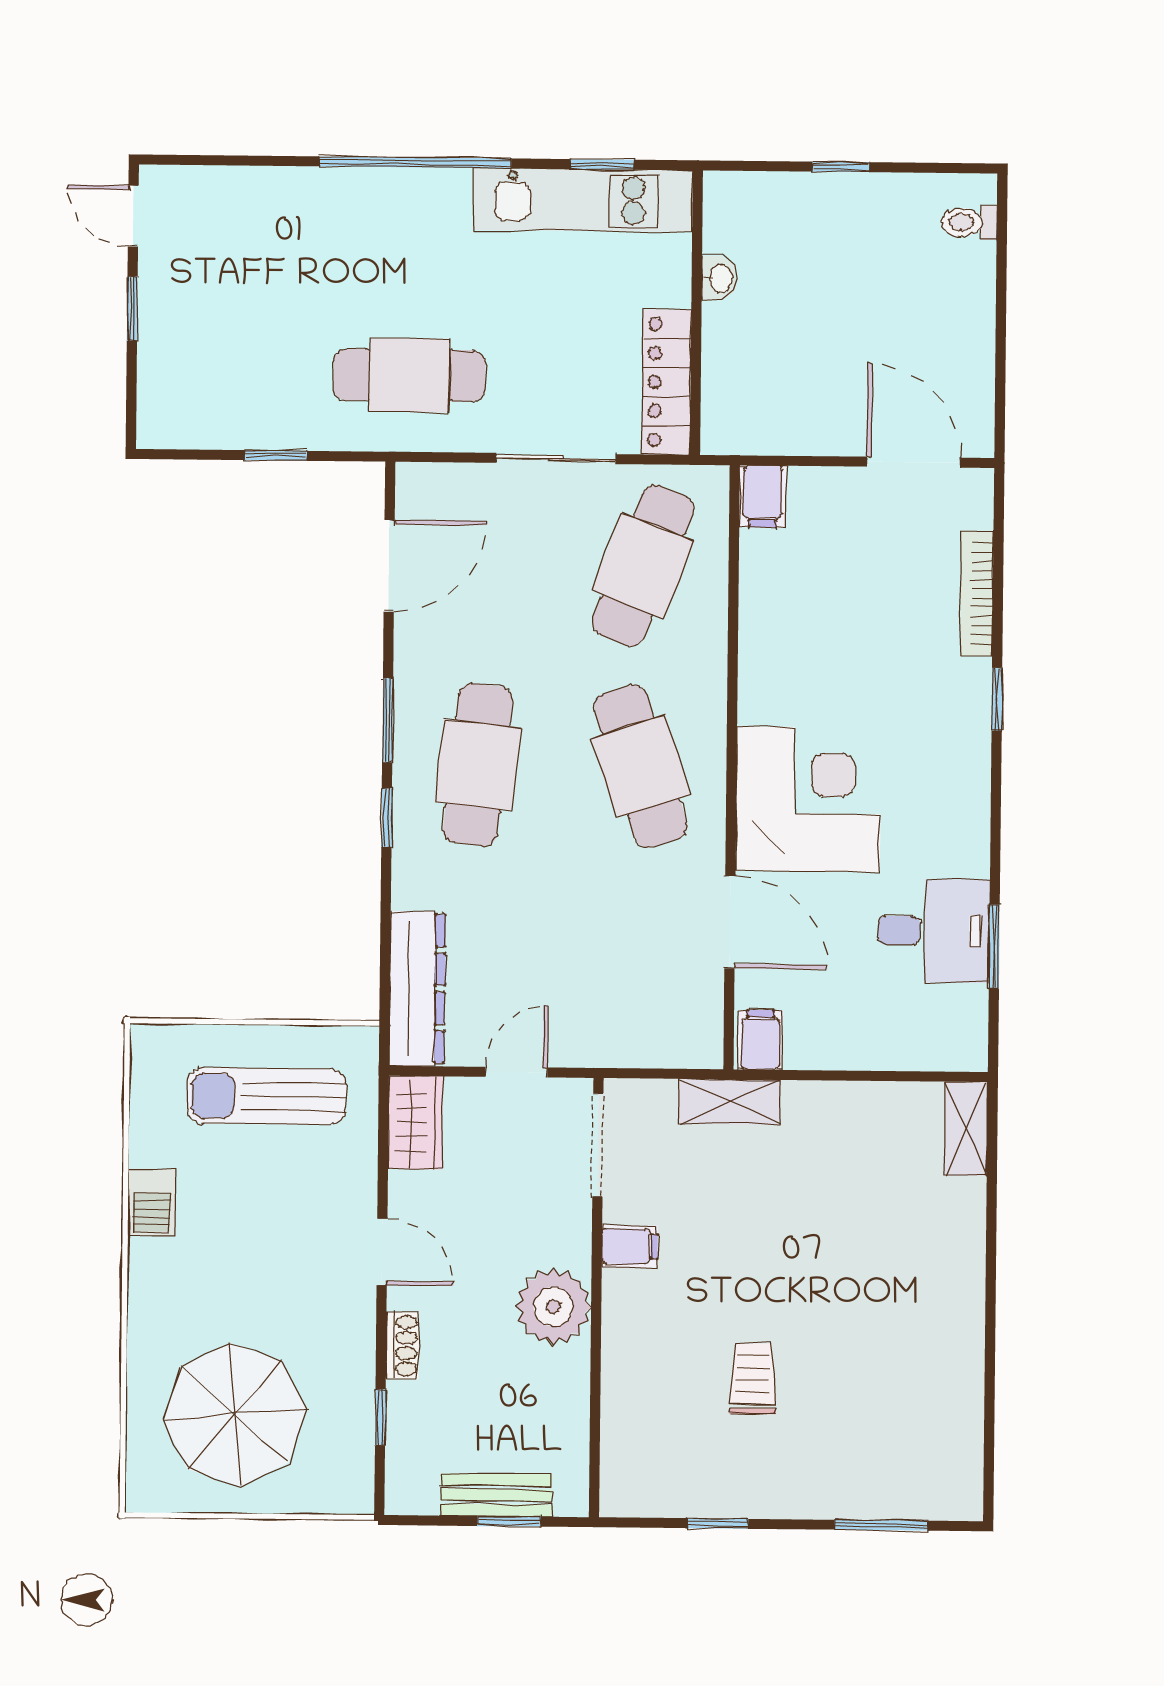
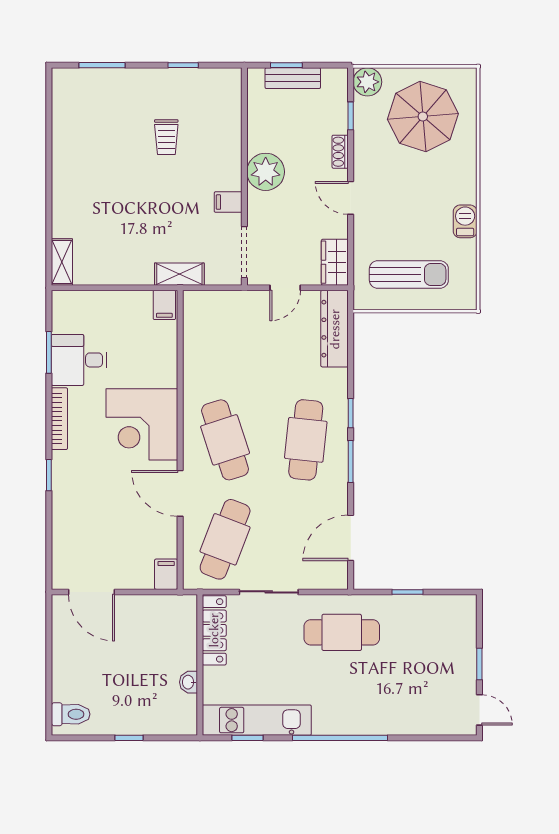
toilet: (969, 222) -> (71, 714), width x1.37, depth x1.39
bookcase: (977, 593) -> (59, 419), moved
door: (730, 922) -> (180, 493), moved
plant: (346, 1486) -> (367, 82), added

